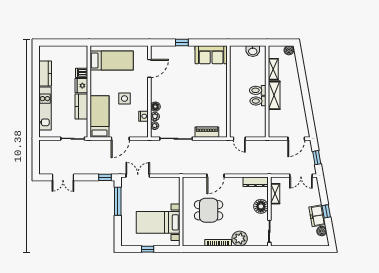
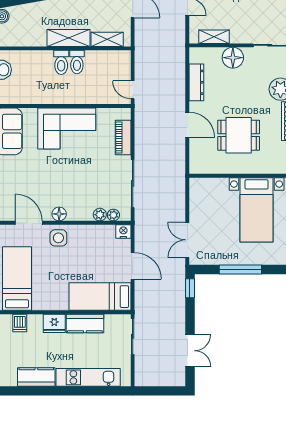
shelving: (273, 69) -> (107, 39), moved
dishwasher: (82, 73) -> (20, 323), moved
corner sofa: (213, 94) -> (67, 128), added
side table: (124, 99) -> (58, 238), moved
floor lamp: (155, 107) -> (59, 214), moved
nightstand: (143, 116) -> (123, 231), moved
door: (239, 139) -> (133, 90), swing flipped
dresser: (256, 182) -> (196, 82), moved
window: (118, 201) -> (240, 270), moved
dining table: (209, 210) -> (239, 135), turned 90

